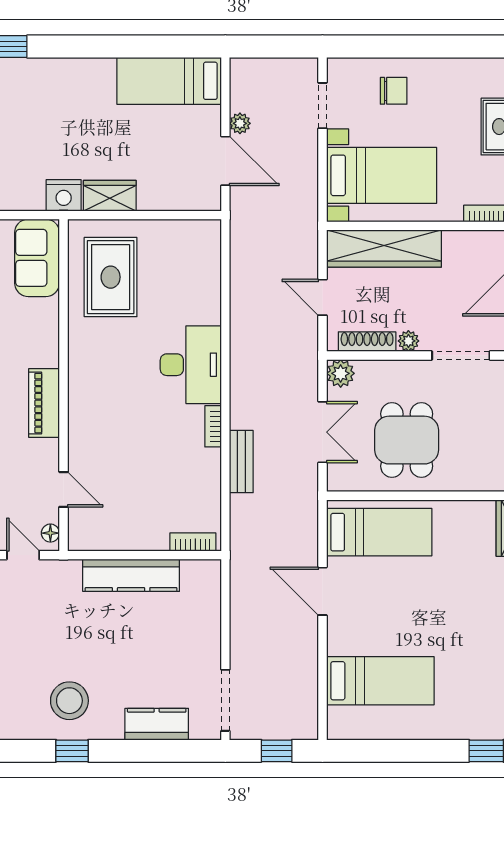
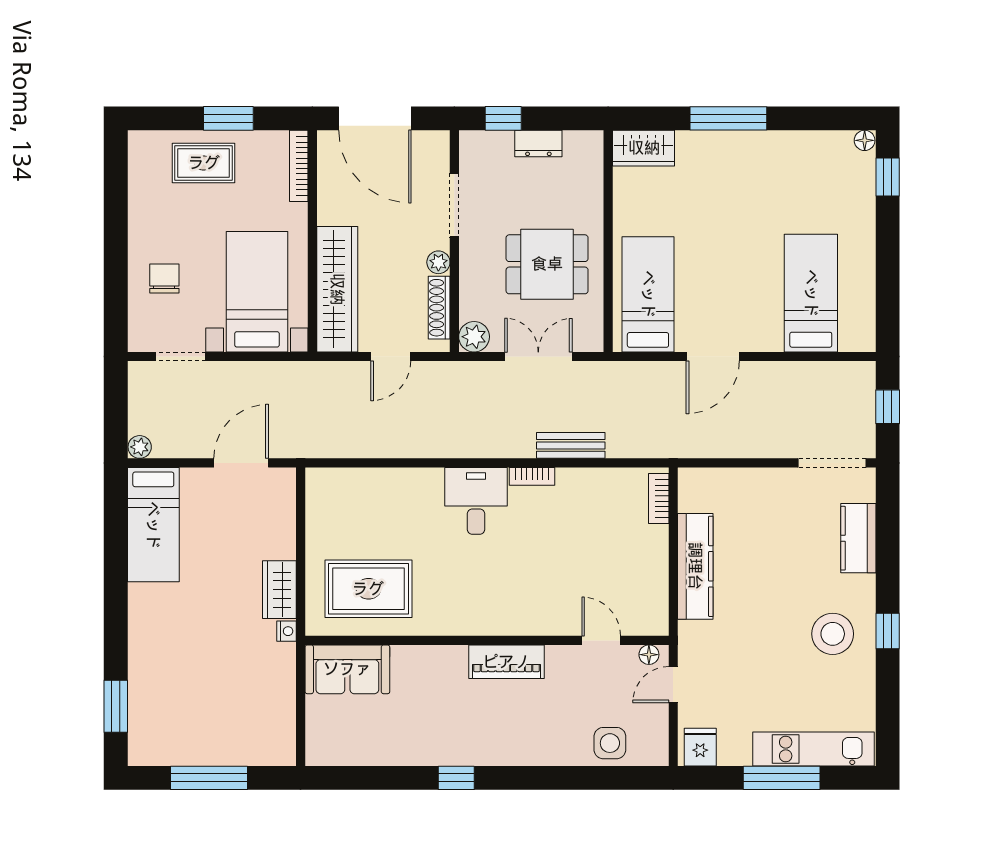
plant: (240, 123) -> (140, 447), moved
nightstand: (64, 195) -> (287, 631), width x0.53, depth x0.56
desk: (191, 365) -> (476, 501), width x0.73
door: (63, 489) -> (601, 640), hinge flipped

